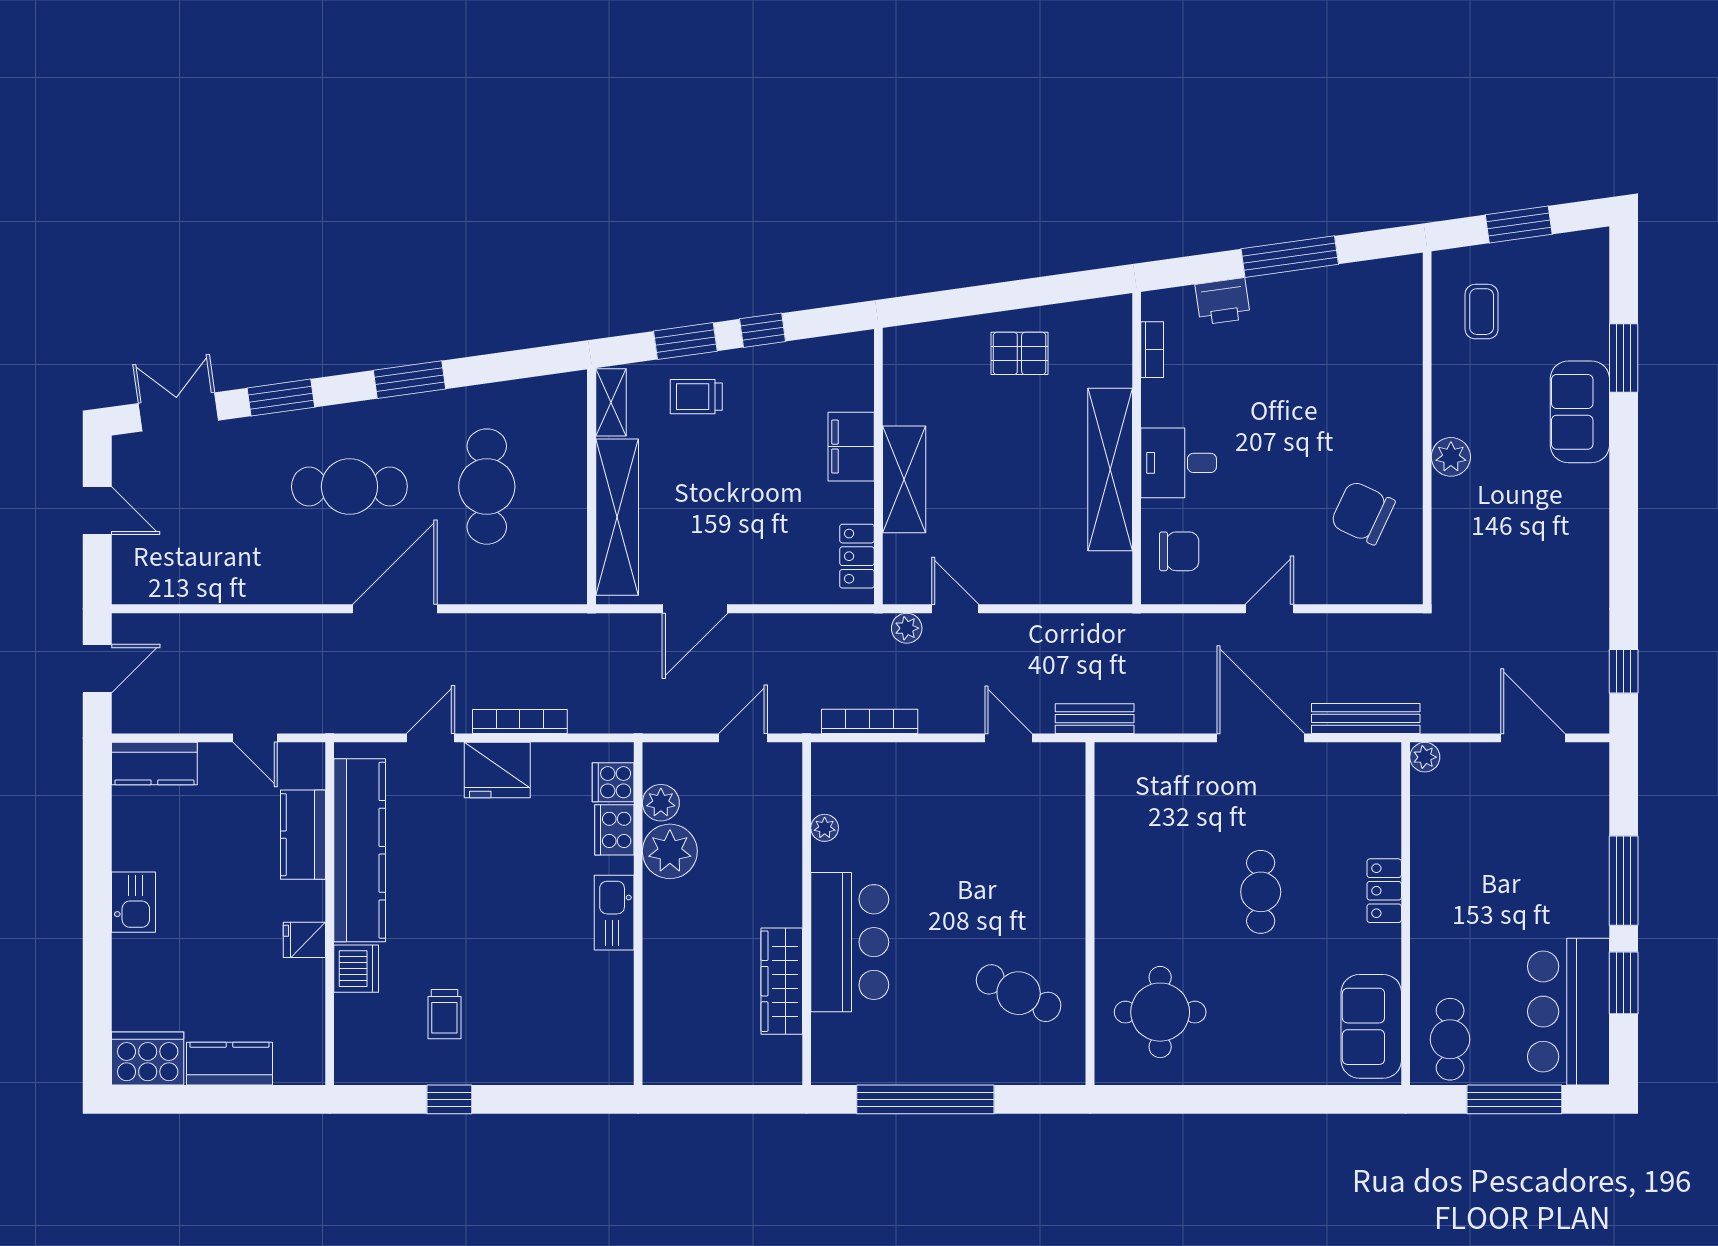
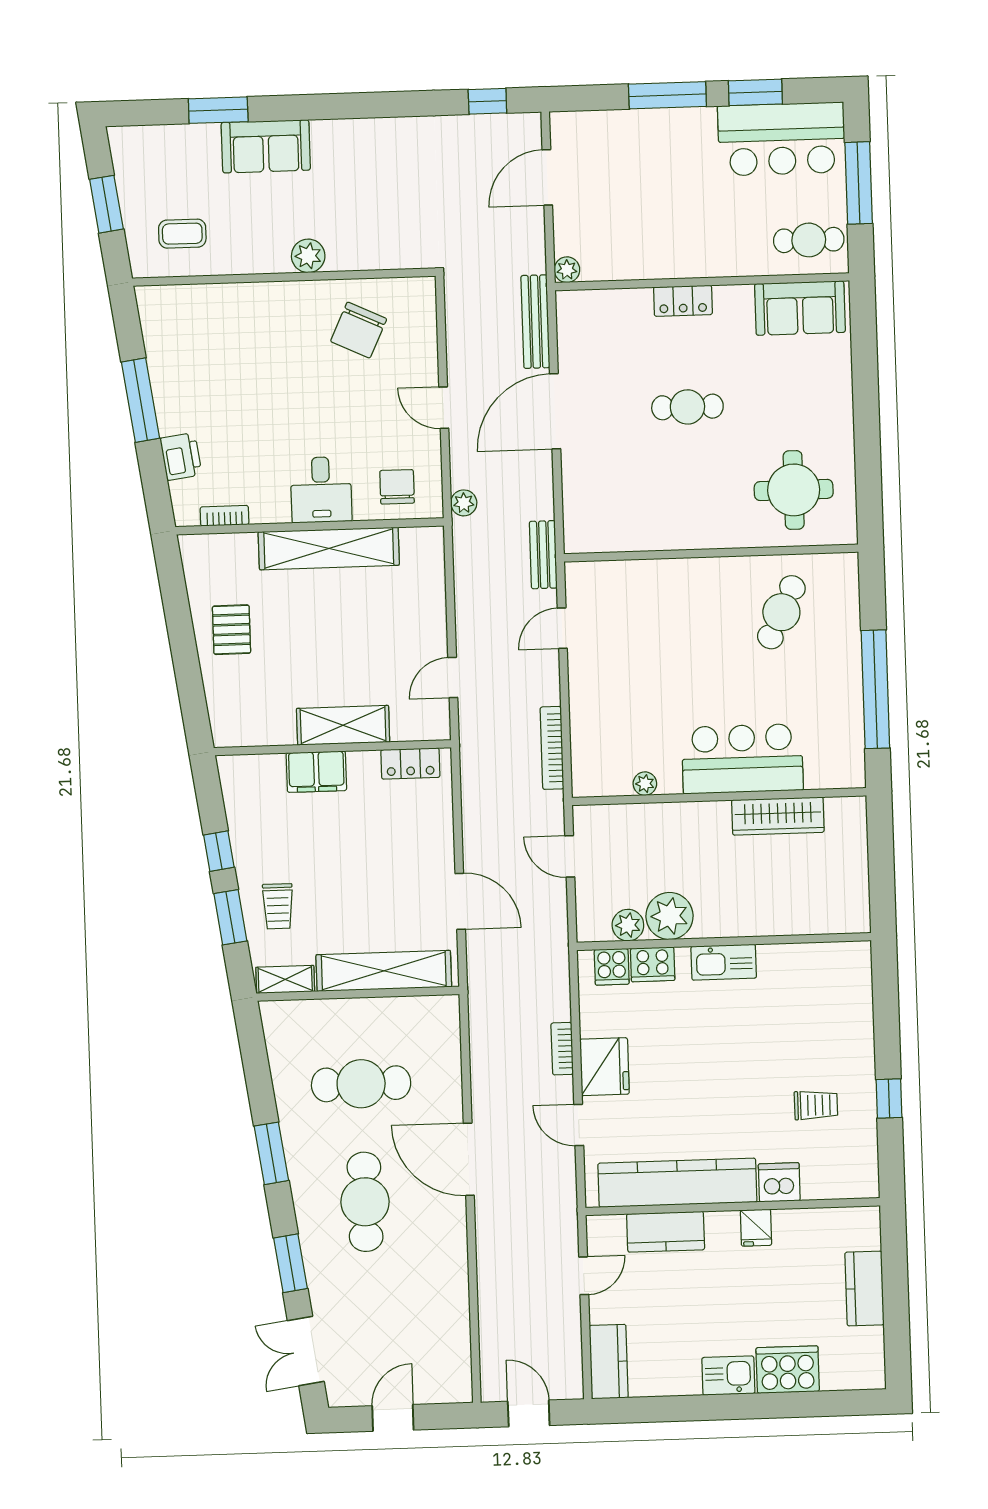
plant: (907, 628) -> (464, 503), moved
bookcase: (520, 721) -> (562, 1049), width x0.64
cooker: (148, 1058) -> (788, 1370), moved, turned 90

